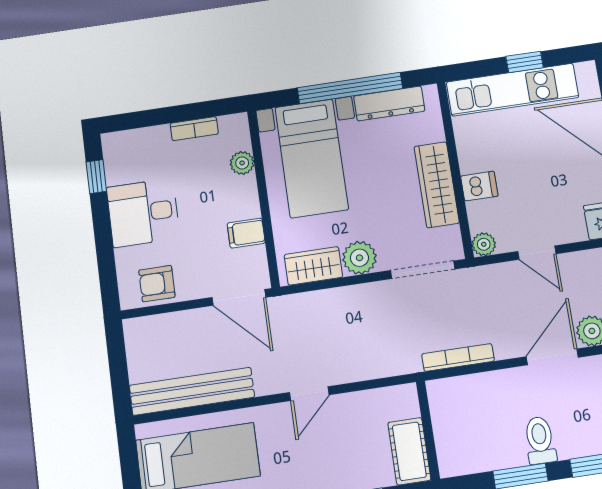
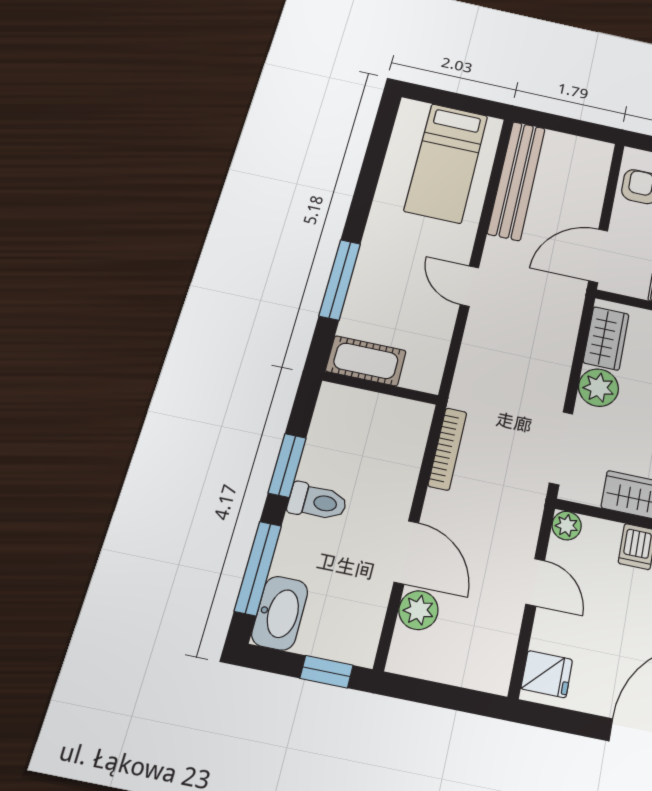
door: (537, 253) -> (535, 582), swing flipped

